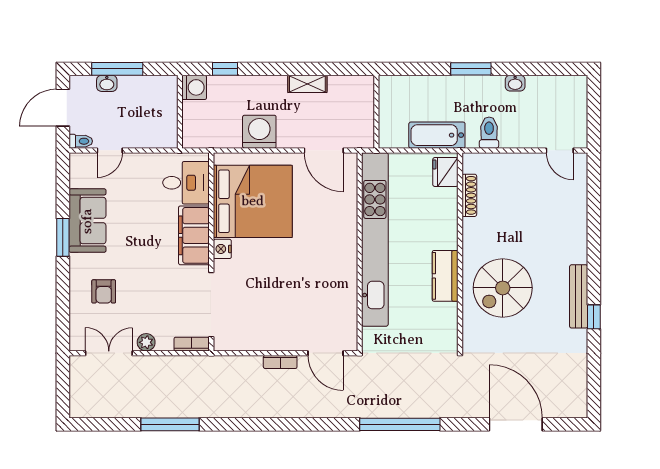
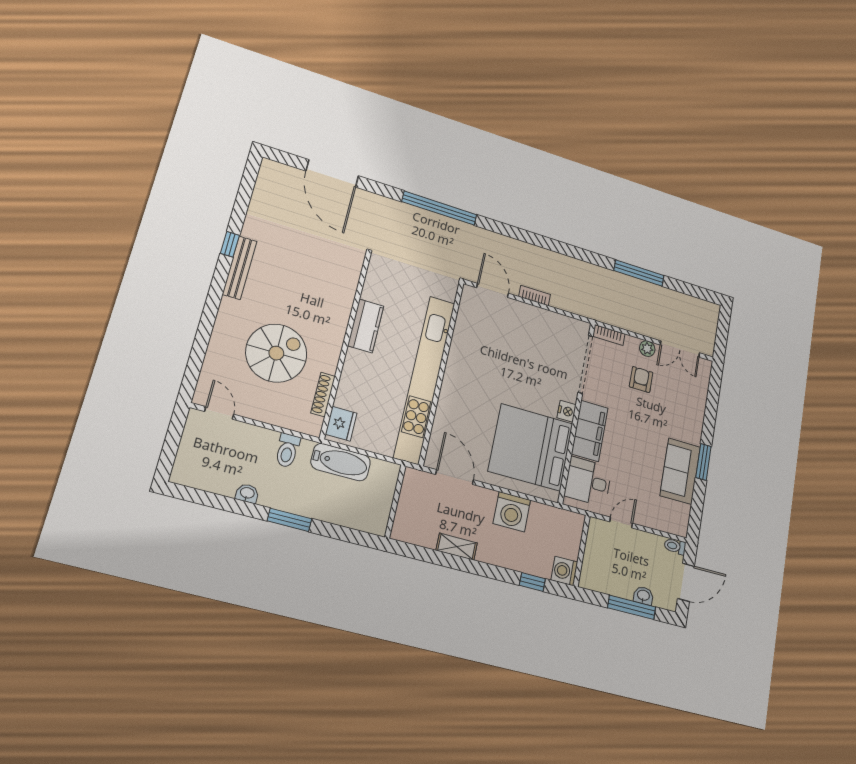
door: (110, 150) -> (621, 523), moved
spiral stairs: (503, 288) -> (276, 353), moved
armchair: (104, 291) -> (641, 380), moved

